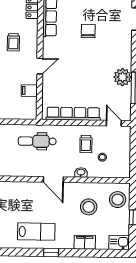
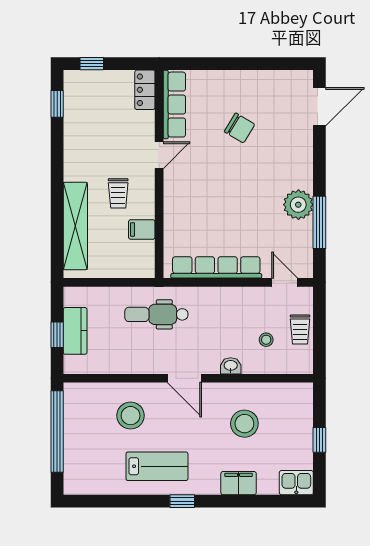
chair: (88, 31) -> (240, 128), turned 121
trolley: (13, 42) -> (118, 193), moved
door: (40, 66) -> (159, 155), moved
trolley: (86, 144) -> (300, 330), moved
stool: (118, 200) -> (131, 416), moved

